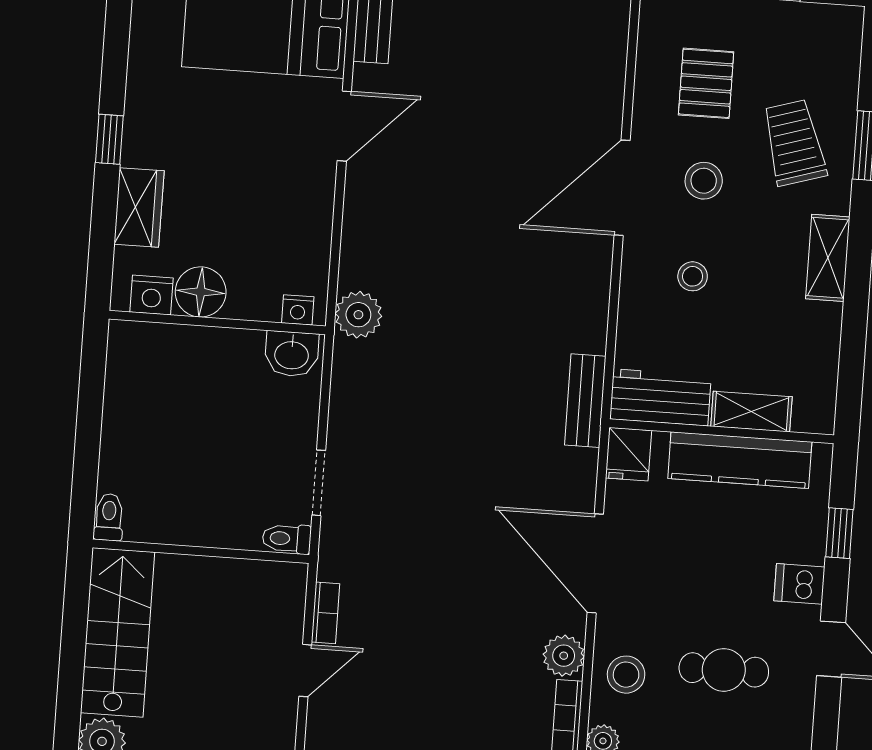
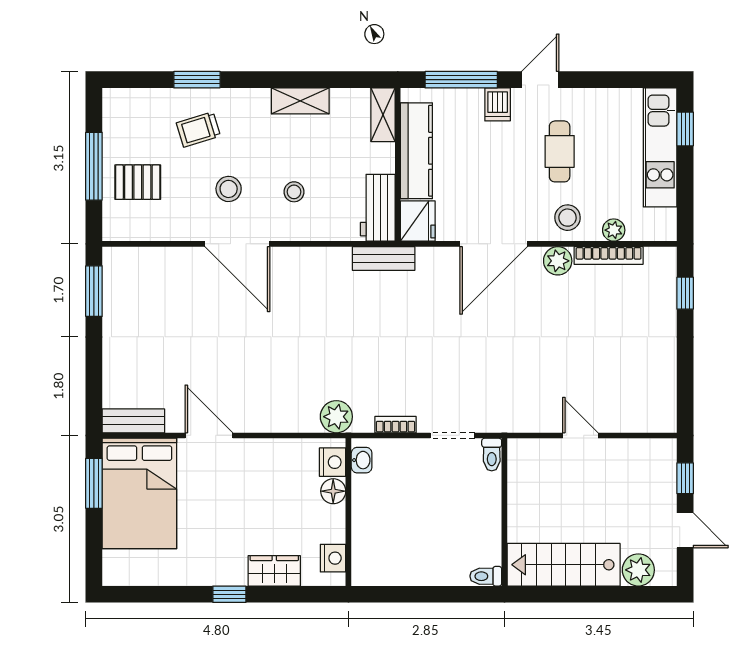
pallet: (706, 83) -> (138, 182), moved
trolley: (794, 143) -> (198, 129), width x0.73, depth x0.72
shelving: (828, 258) -> (300, 101), moved
floor lamp: (201, 292) -> (333, 491), moved, width x0.73, depth x0.73
nightstand: (298, 310) -> (333, 462), width x1.39, depth x1.35
washbasin: (292, 354) -> (362, 460), width x0.72, depth x0.69
shelving: (751, 412) -> (383, 115), moved
fridge: (629, 454) -> (418, 221), width x1.38
window: (839, 533) -> (461, 80), width x2.17
bookcase: (326, 613) -> (396, 425), moved

